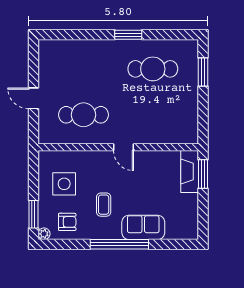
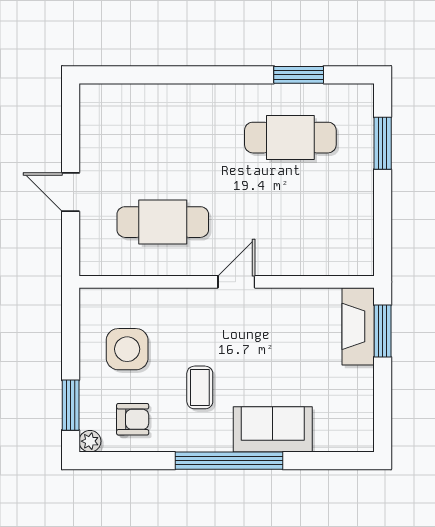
window: (128, 35) -> (299, 75), moved
door: (123, 147) -> (236, 282), swing flipped

